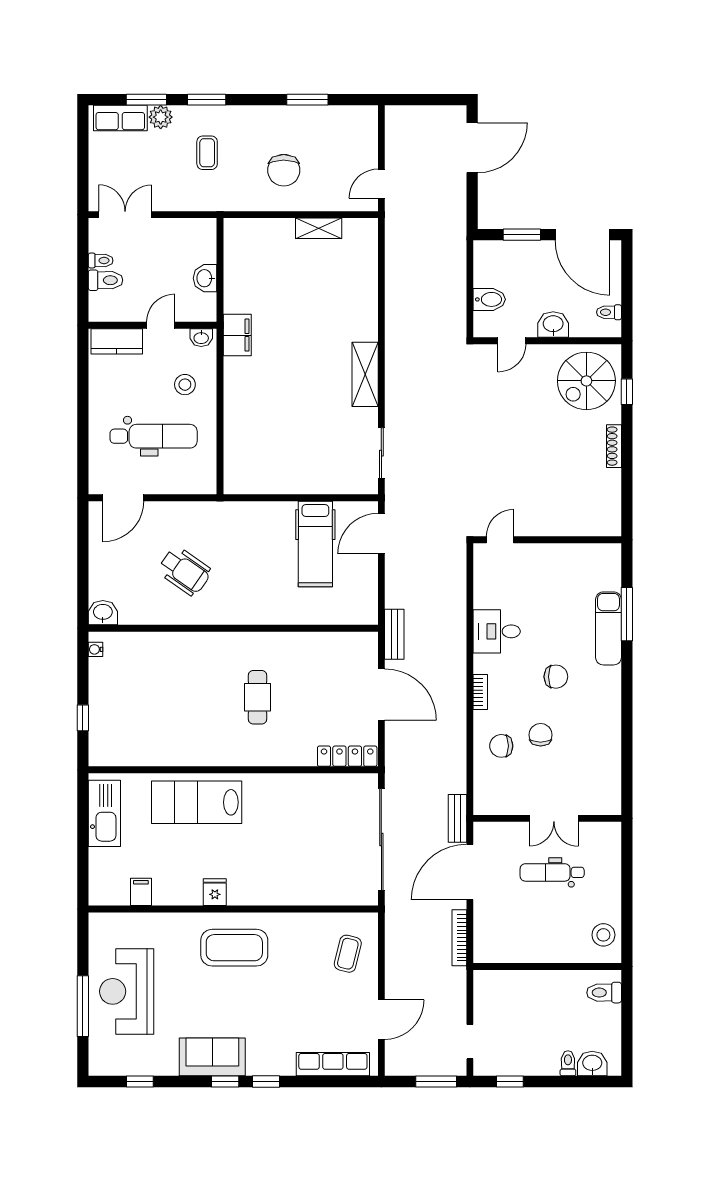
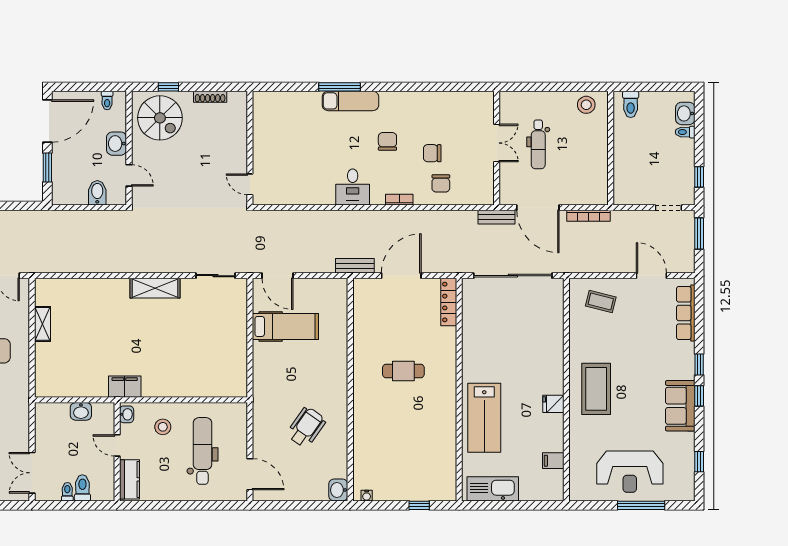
door: (500, 540) -> (250, 184), moved
wall: (547, 540) -> (250, 148), moved

